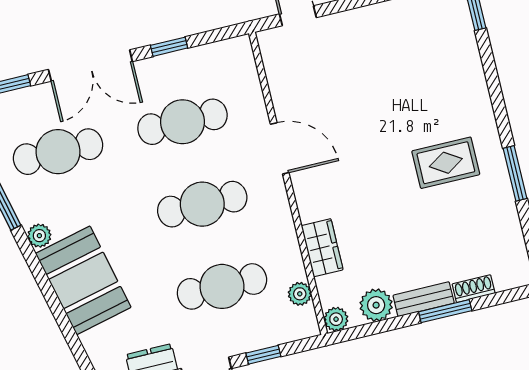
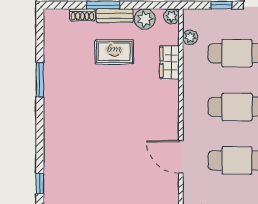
door: (280, 148) -> (181, 157), moved
rug: (446, 163) -> (114, 52), moved

